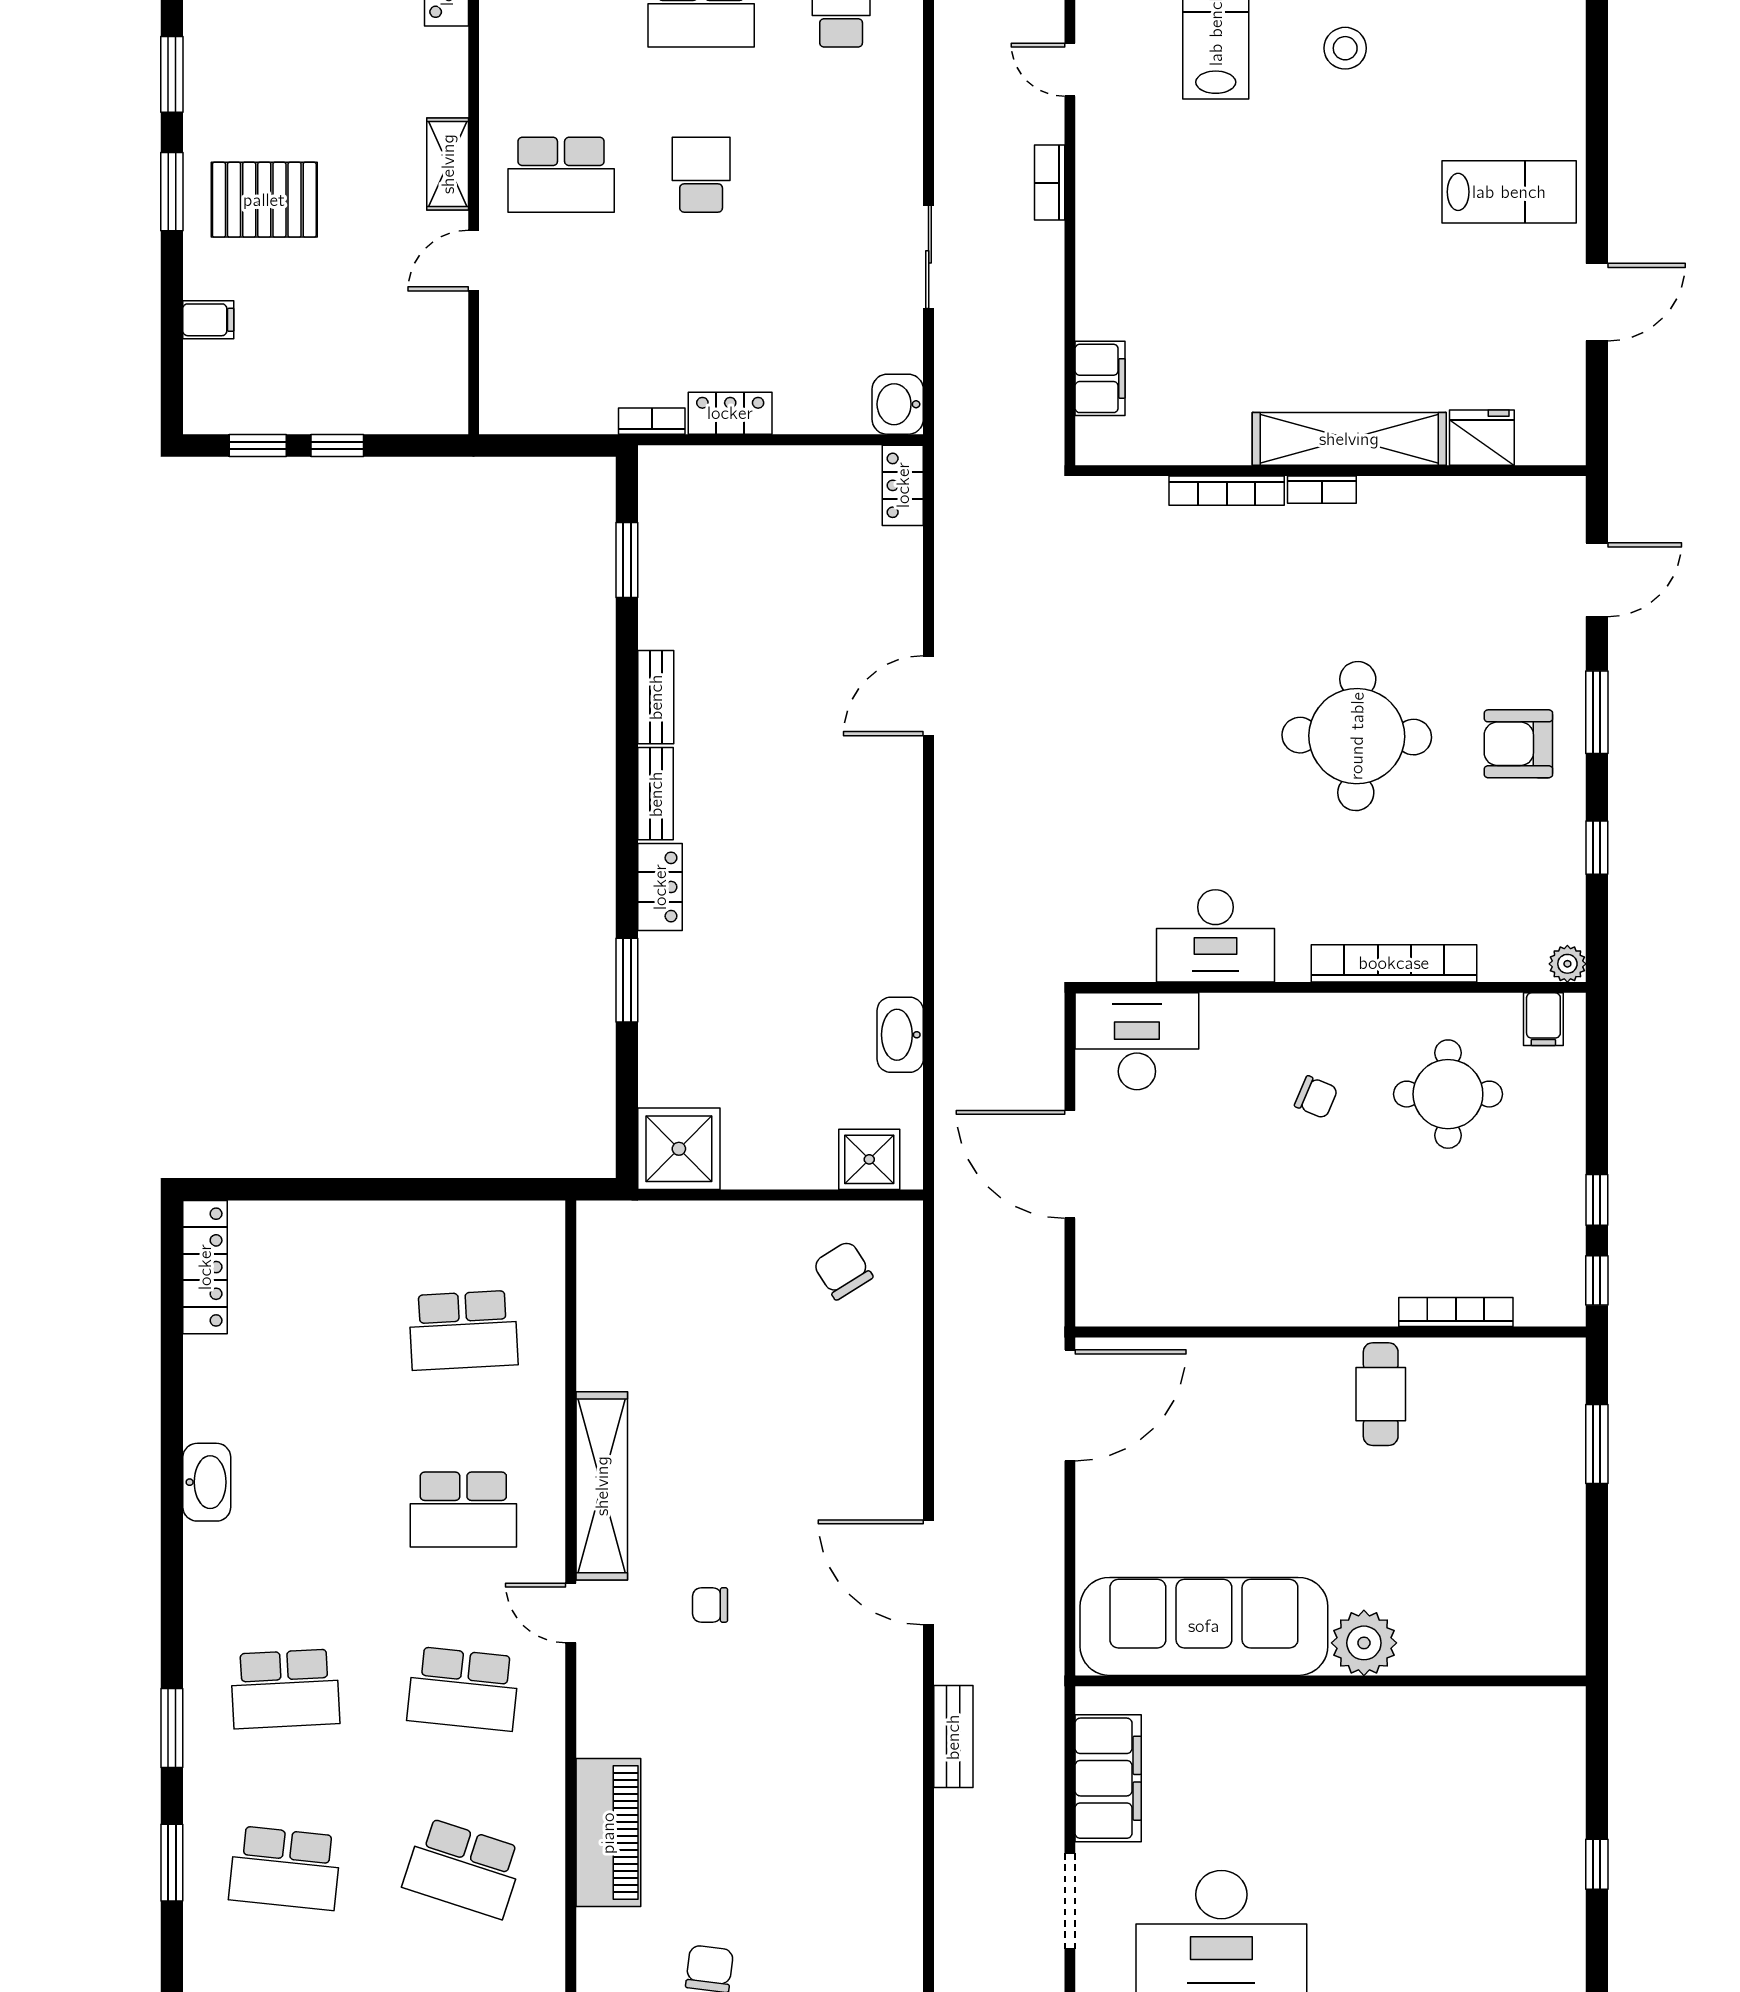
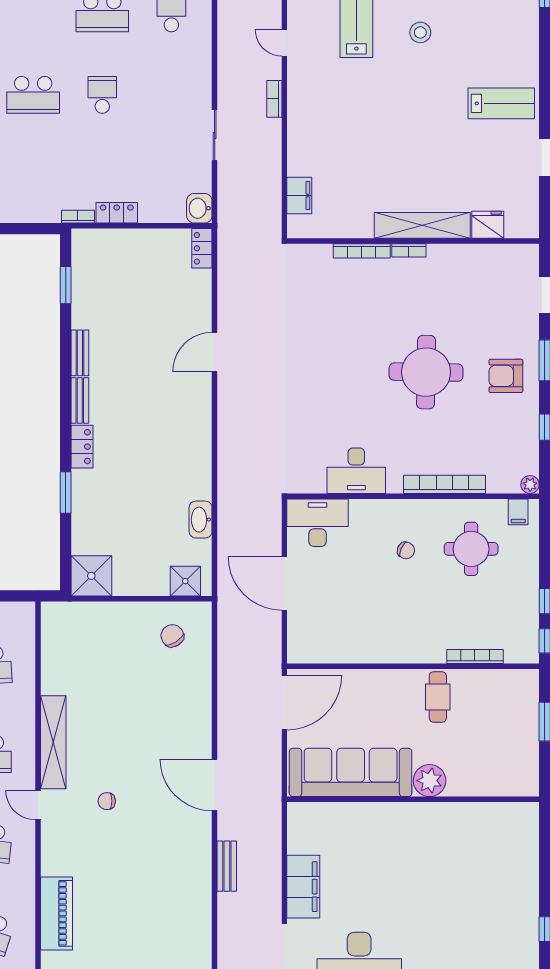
sofa: (1204, 1626) -> (351, 772), moved
plant: (1364, 1643) -> (430, 781), moved
wall: (1330, 1681) -> (413, 799), moved

